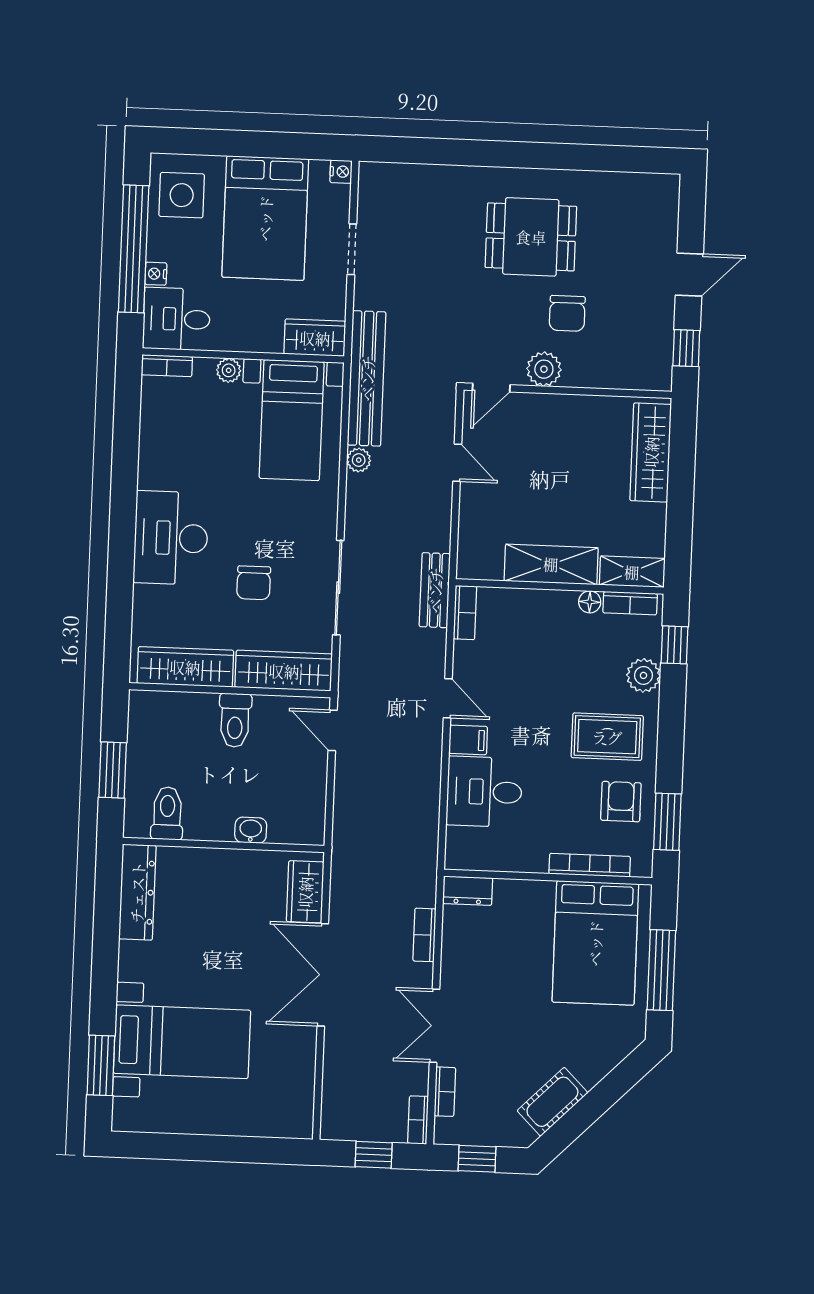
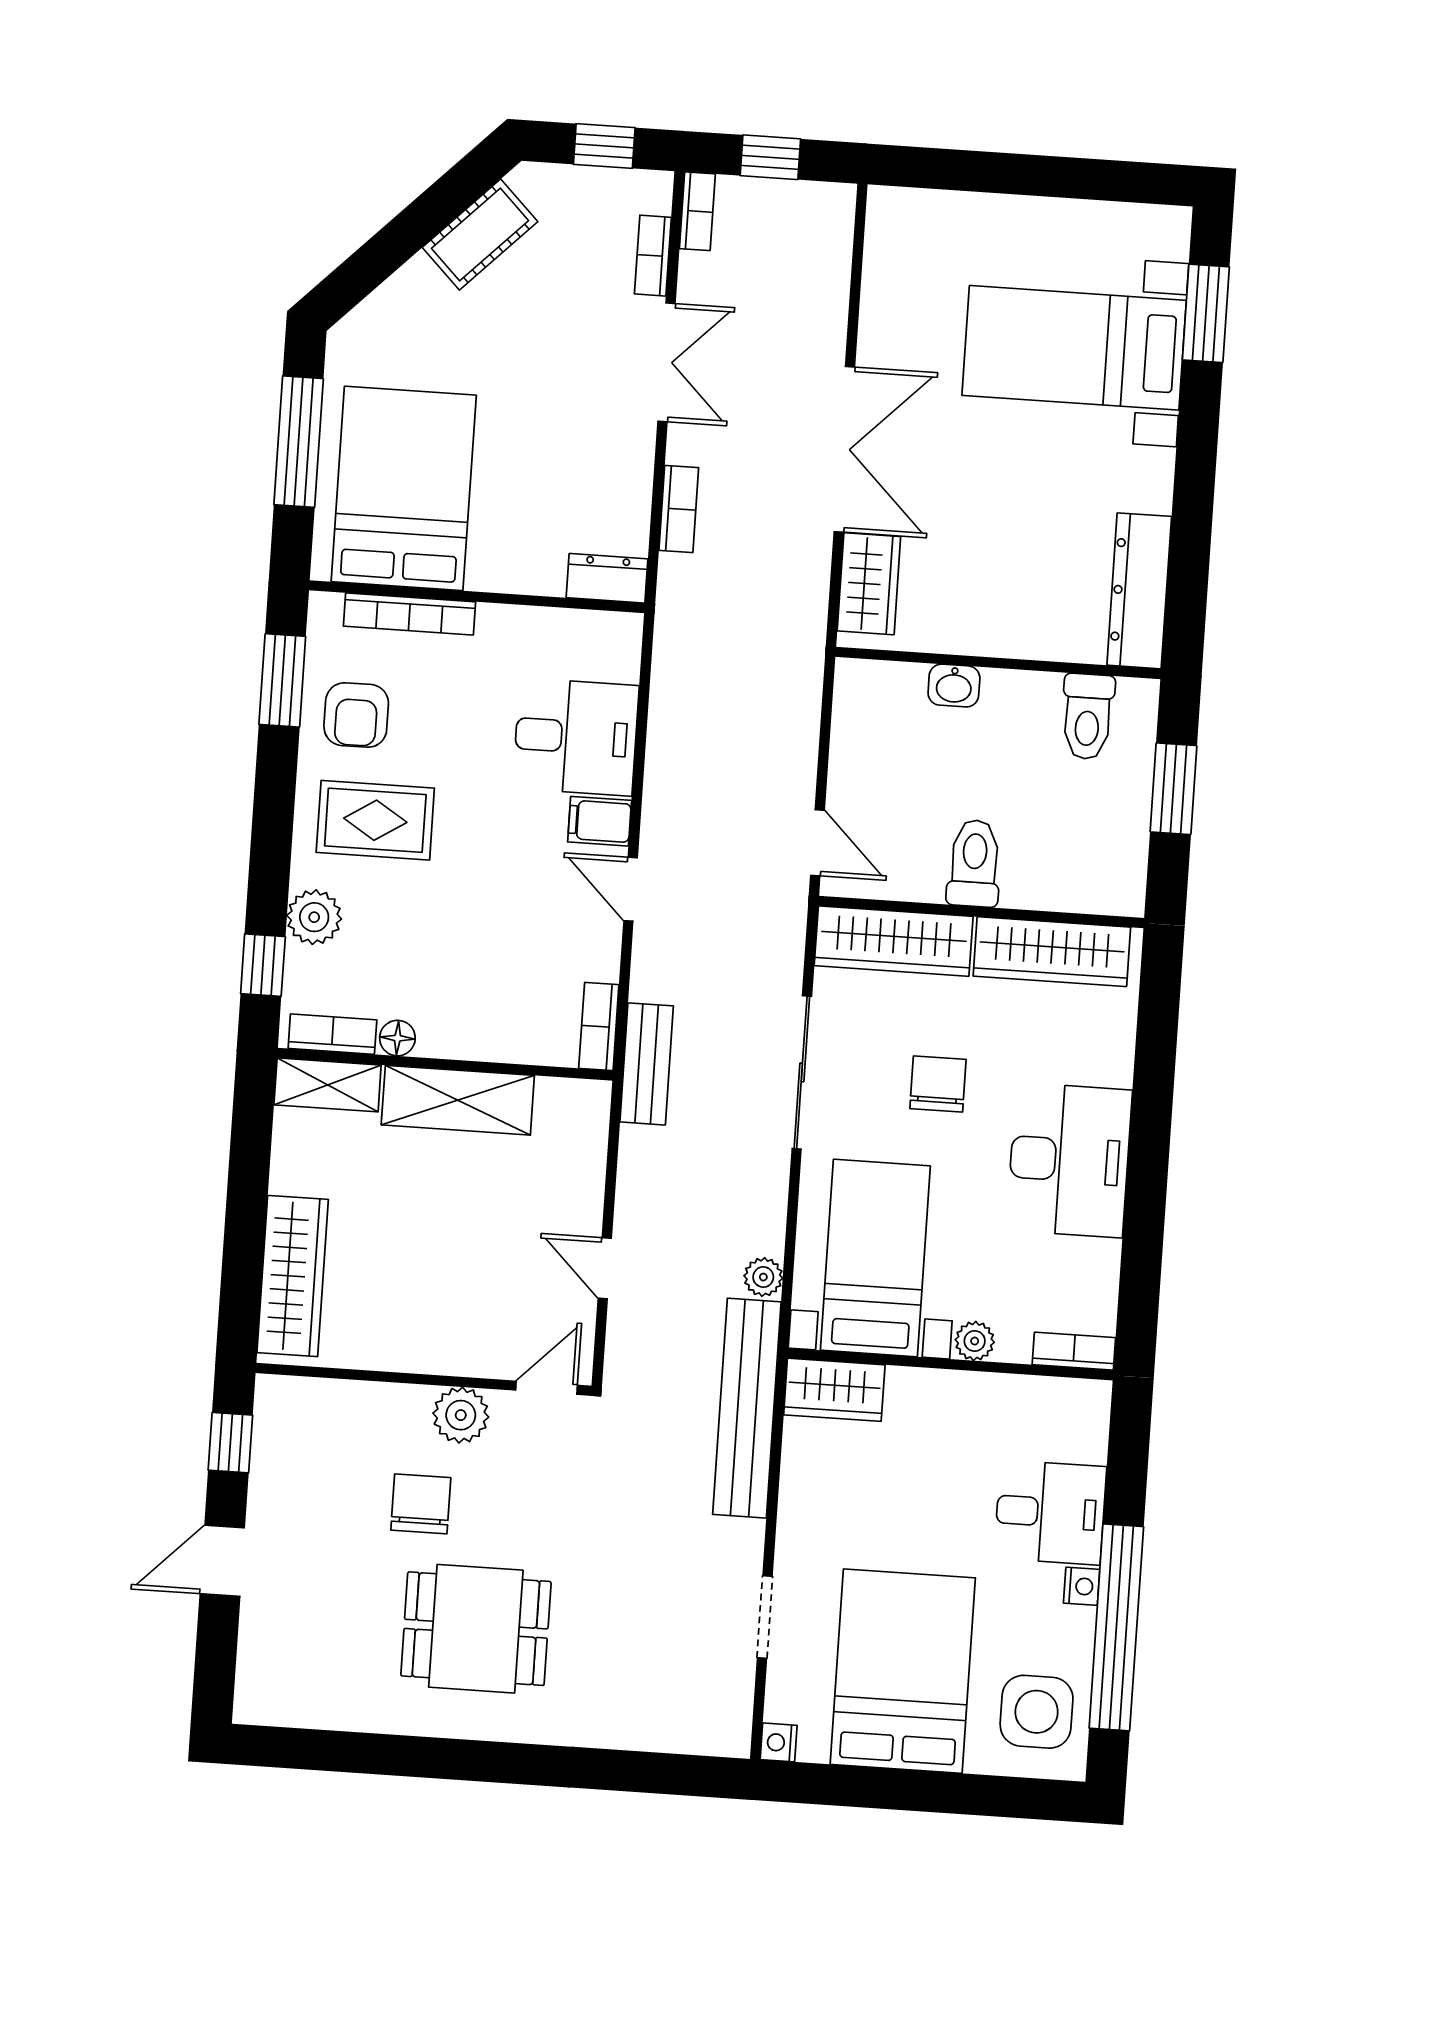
wardrobe: (315, 338) -> (834, 1390), moved
wall: (243, 356) -> (950, 1364), moved
bookcase: (167, 366) -> (1074, 1351), moved
plant: (229, 370) -> (975, 1341), moved
bed with nightstands: (292, 420) -> (875, 1258), moved

